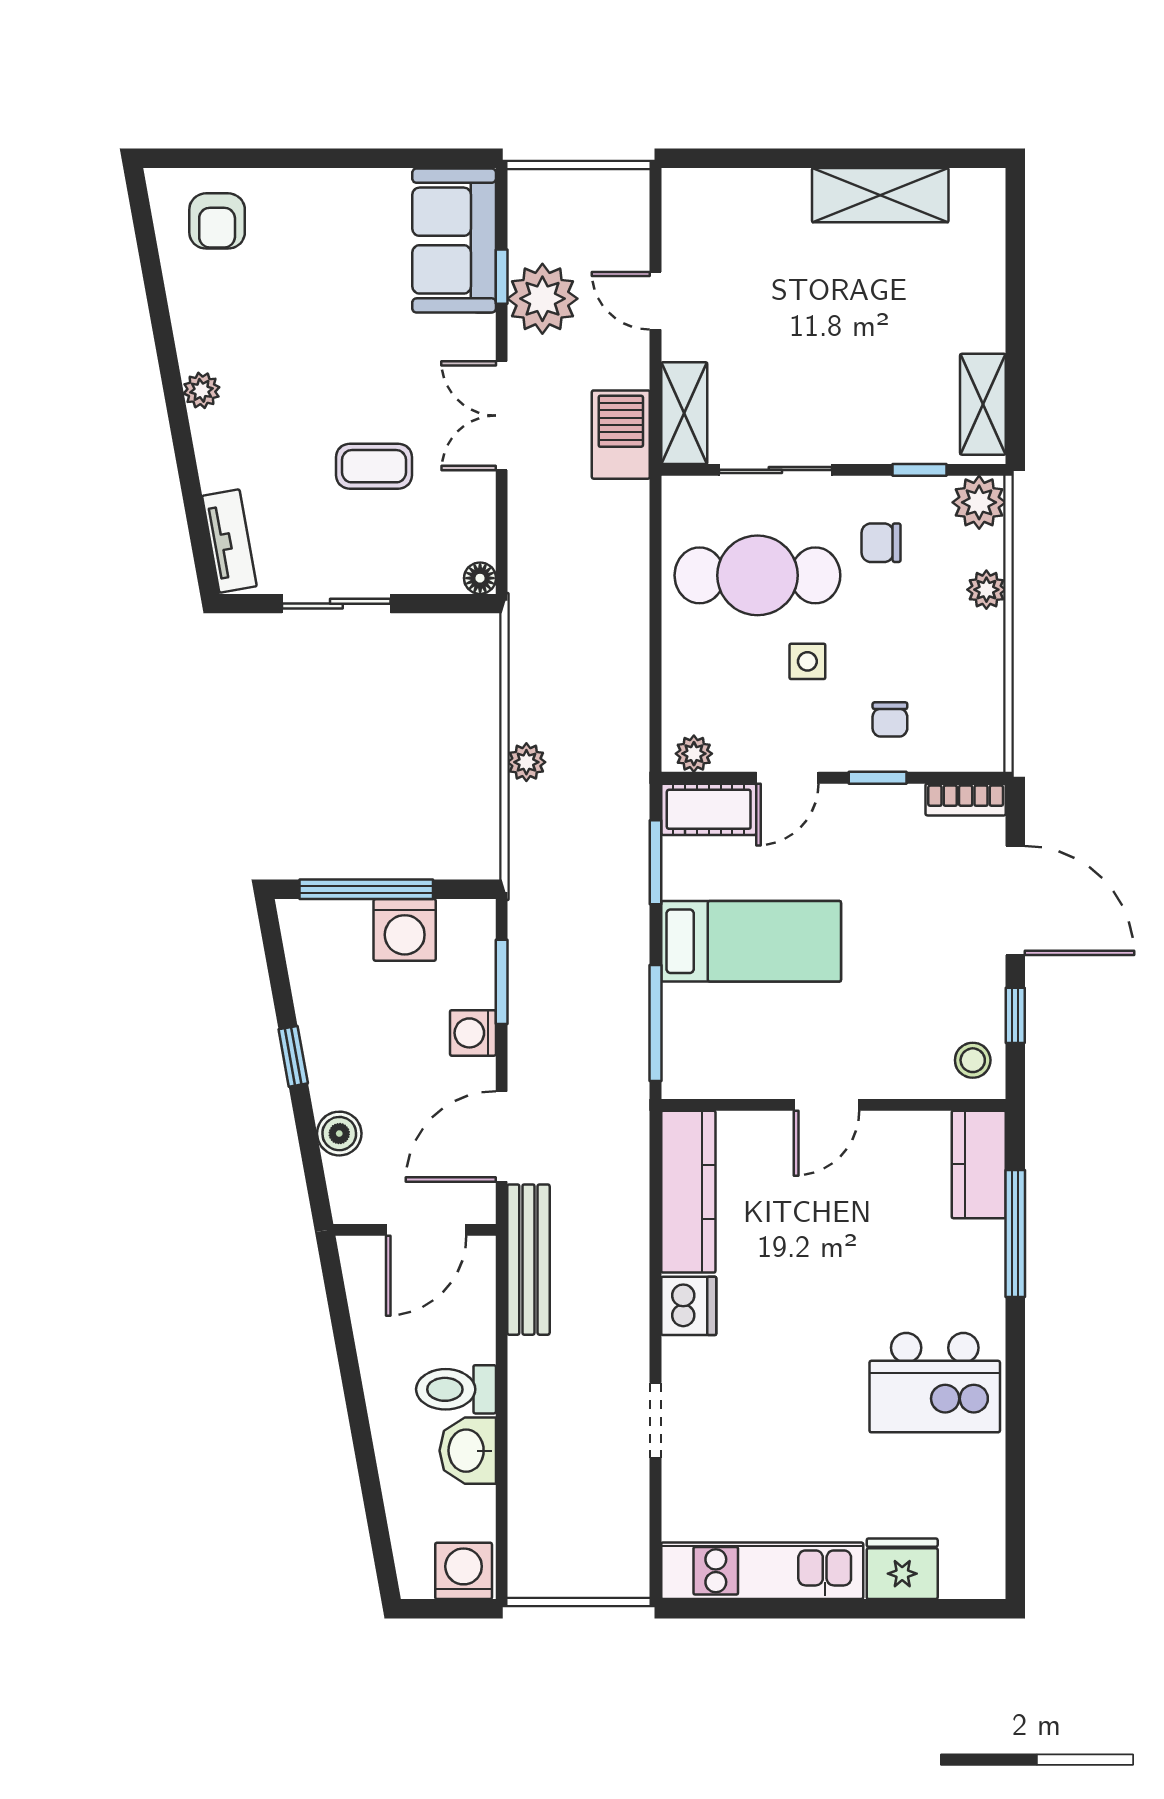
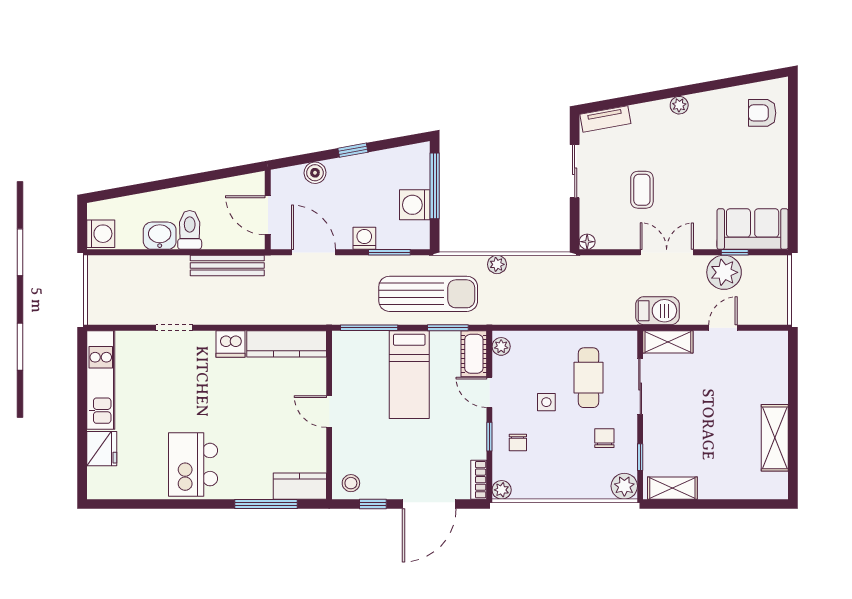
cafe table: (757, 575) -> (588, 378), width x0.73, depth x0.74
plant: (986, 590) -> (502, 490), moved
chair: (890, 719) -> (518, 443), turned -90
sun lounger: (586, 903) -> (428, 294), added
bench: (528, 1260) -> (227, 265), moved

